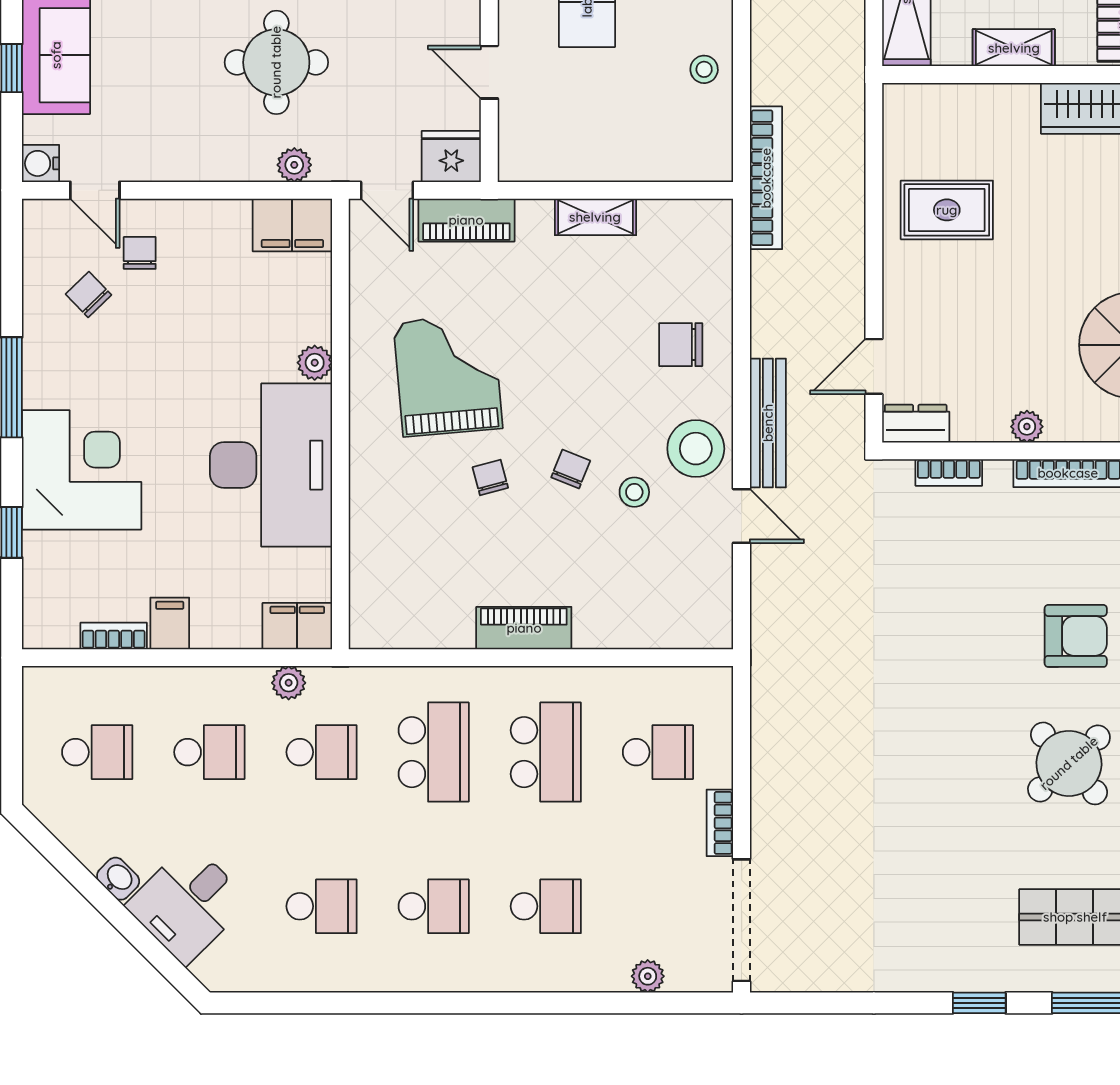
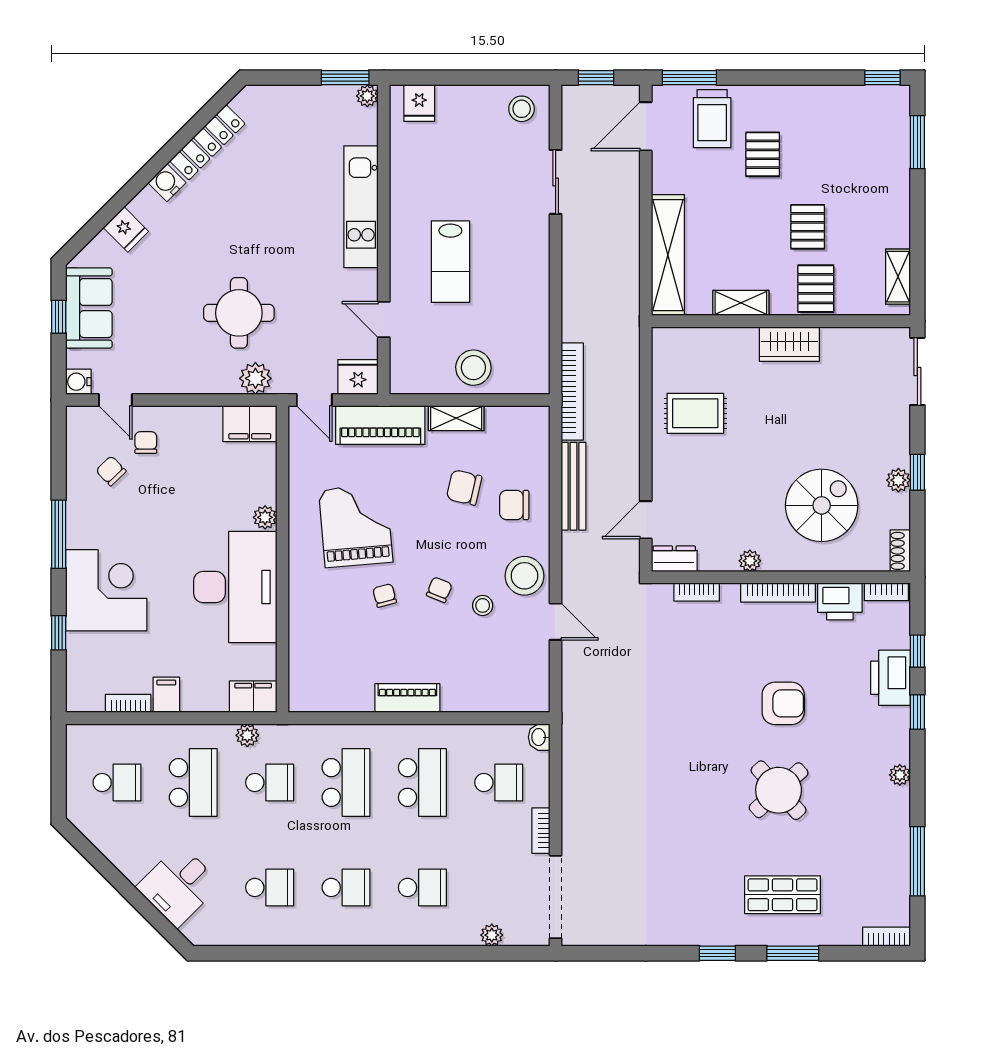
stool: (704, 69) -> (473, 368), moved, width x1.89, depth x1.89
plant: (294, 165) -> (255, 378), width x1.38, depth x1.38
piano: (466, 220) -> (380, 425), width x1.37, depth x1.33
chair: (607, 319) -> (464, 487), added
bench: (768, 423) -> (574, 486), moved
school desk: (209, 752) -> (193, 782), width x1.85
washbasin: (118, 879) -> (539, 737), moved, turned -135

